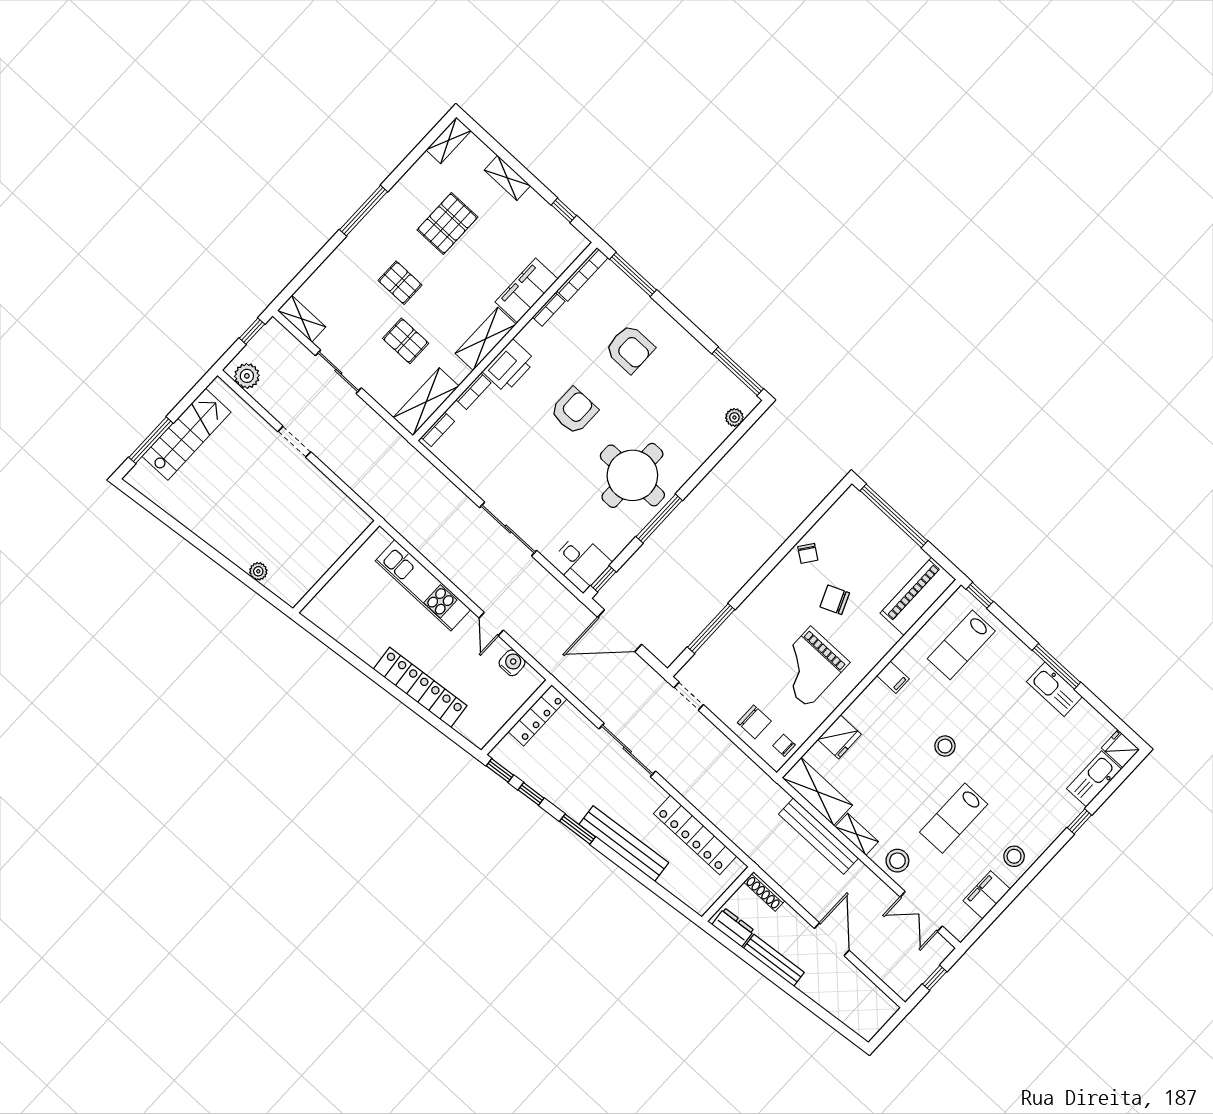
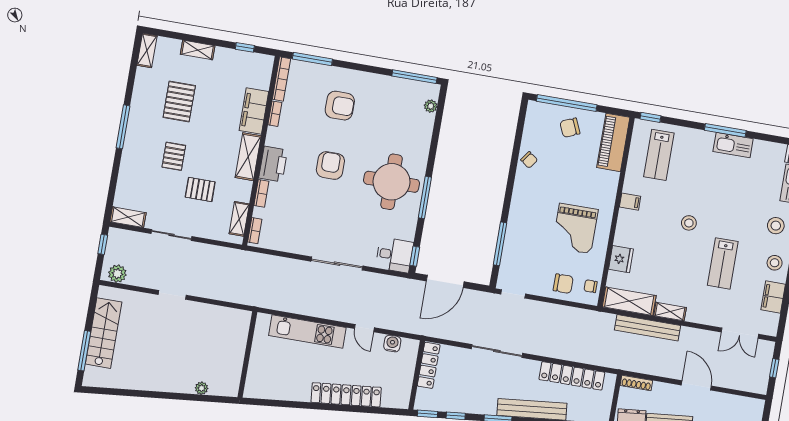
pallet: (400, 283) -> (174, 156), turned 90
shelving: (426, 402) -> (239, 219), width x0.67, depth x0.75
chair: (835, 600) -> (570, 128), moved
stool: (897, 861) -> (776, 226), moved

